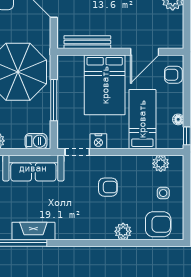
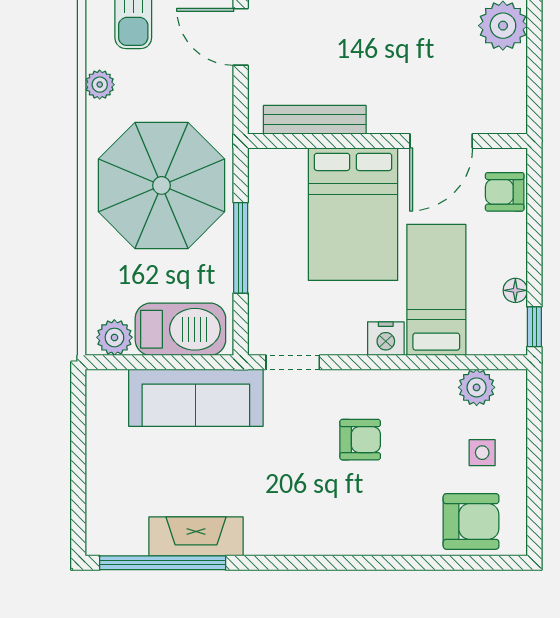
barbecue: (36, 141) -> (180, 329), width x1.88, depth x1.53
nightstand: (98, 141) -> (386, 339), moved
plant: (123, 231) -> (394, 537), removed

